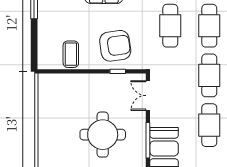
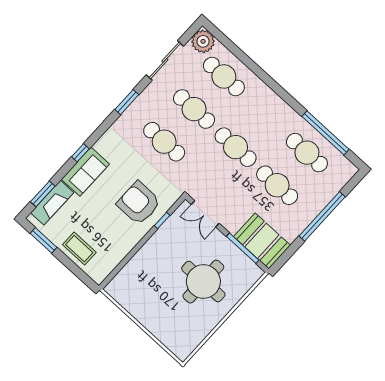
armchair: (115, 46) -> (139, 203), turned -82
coffee table: (71, 54) -> (79, 249), moved

